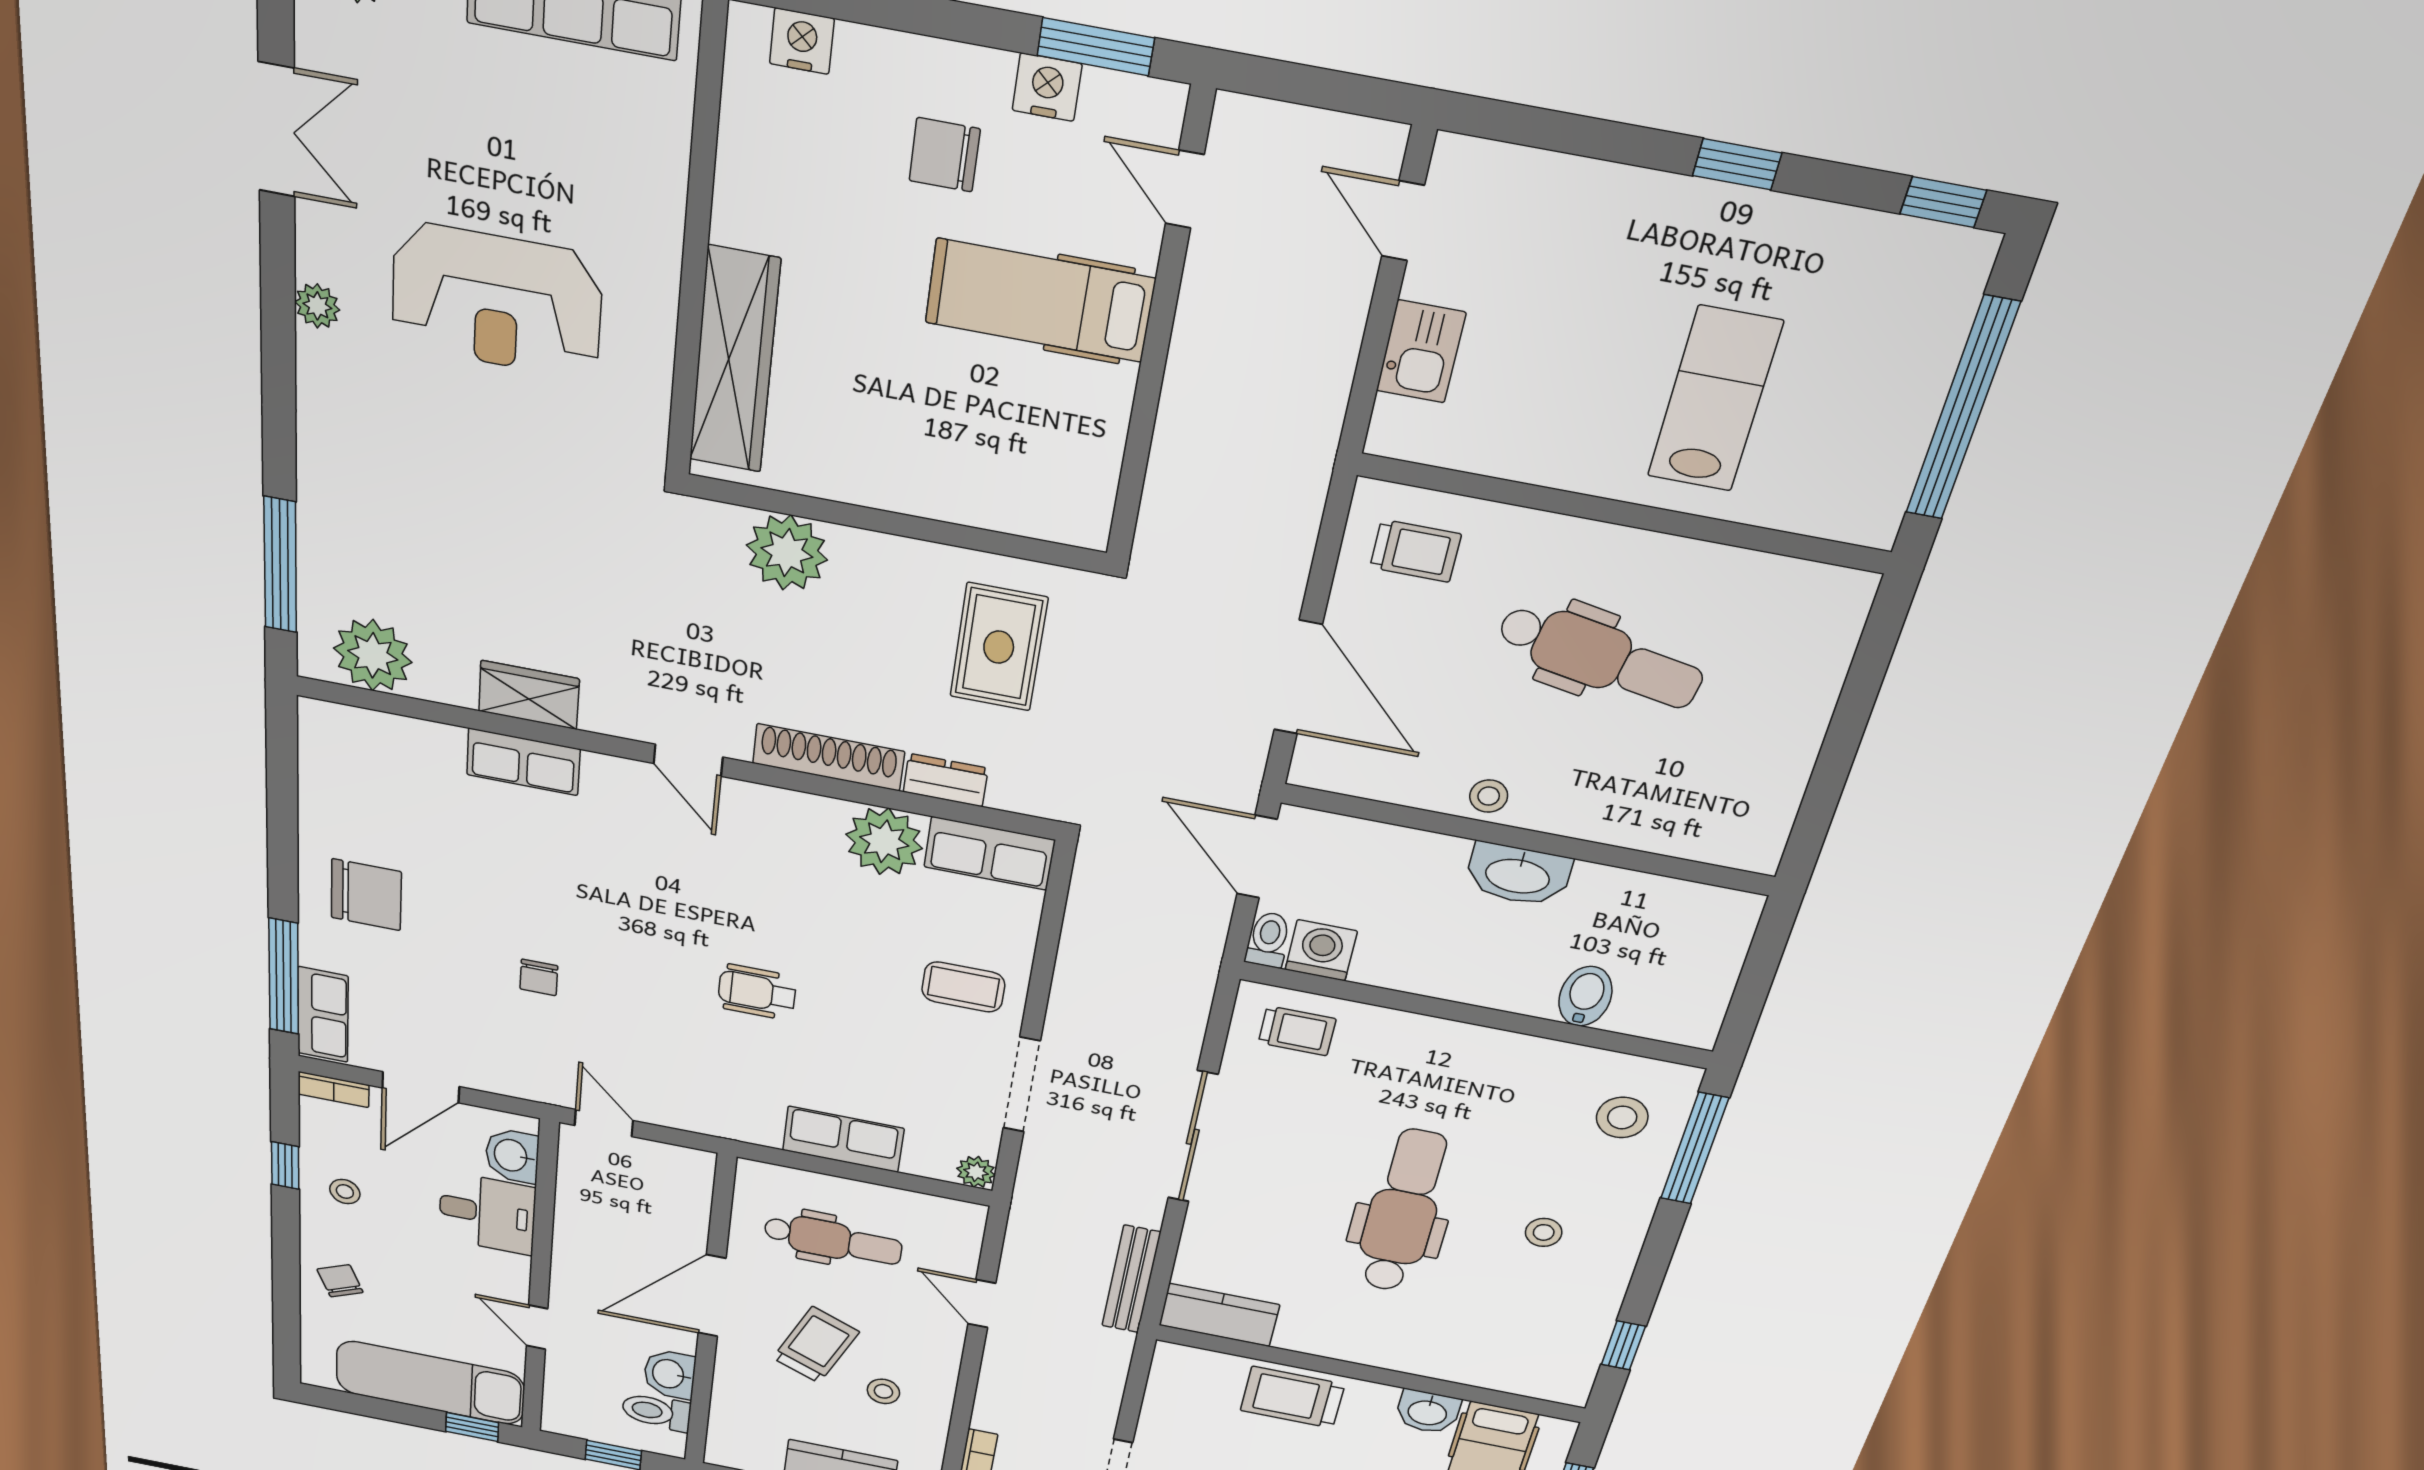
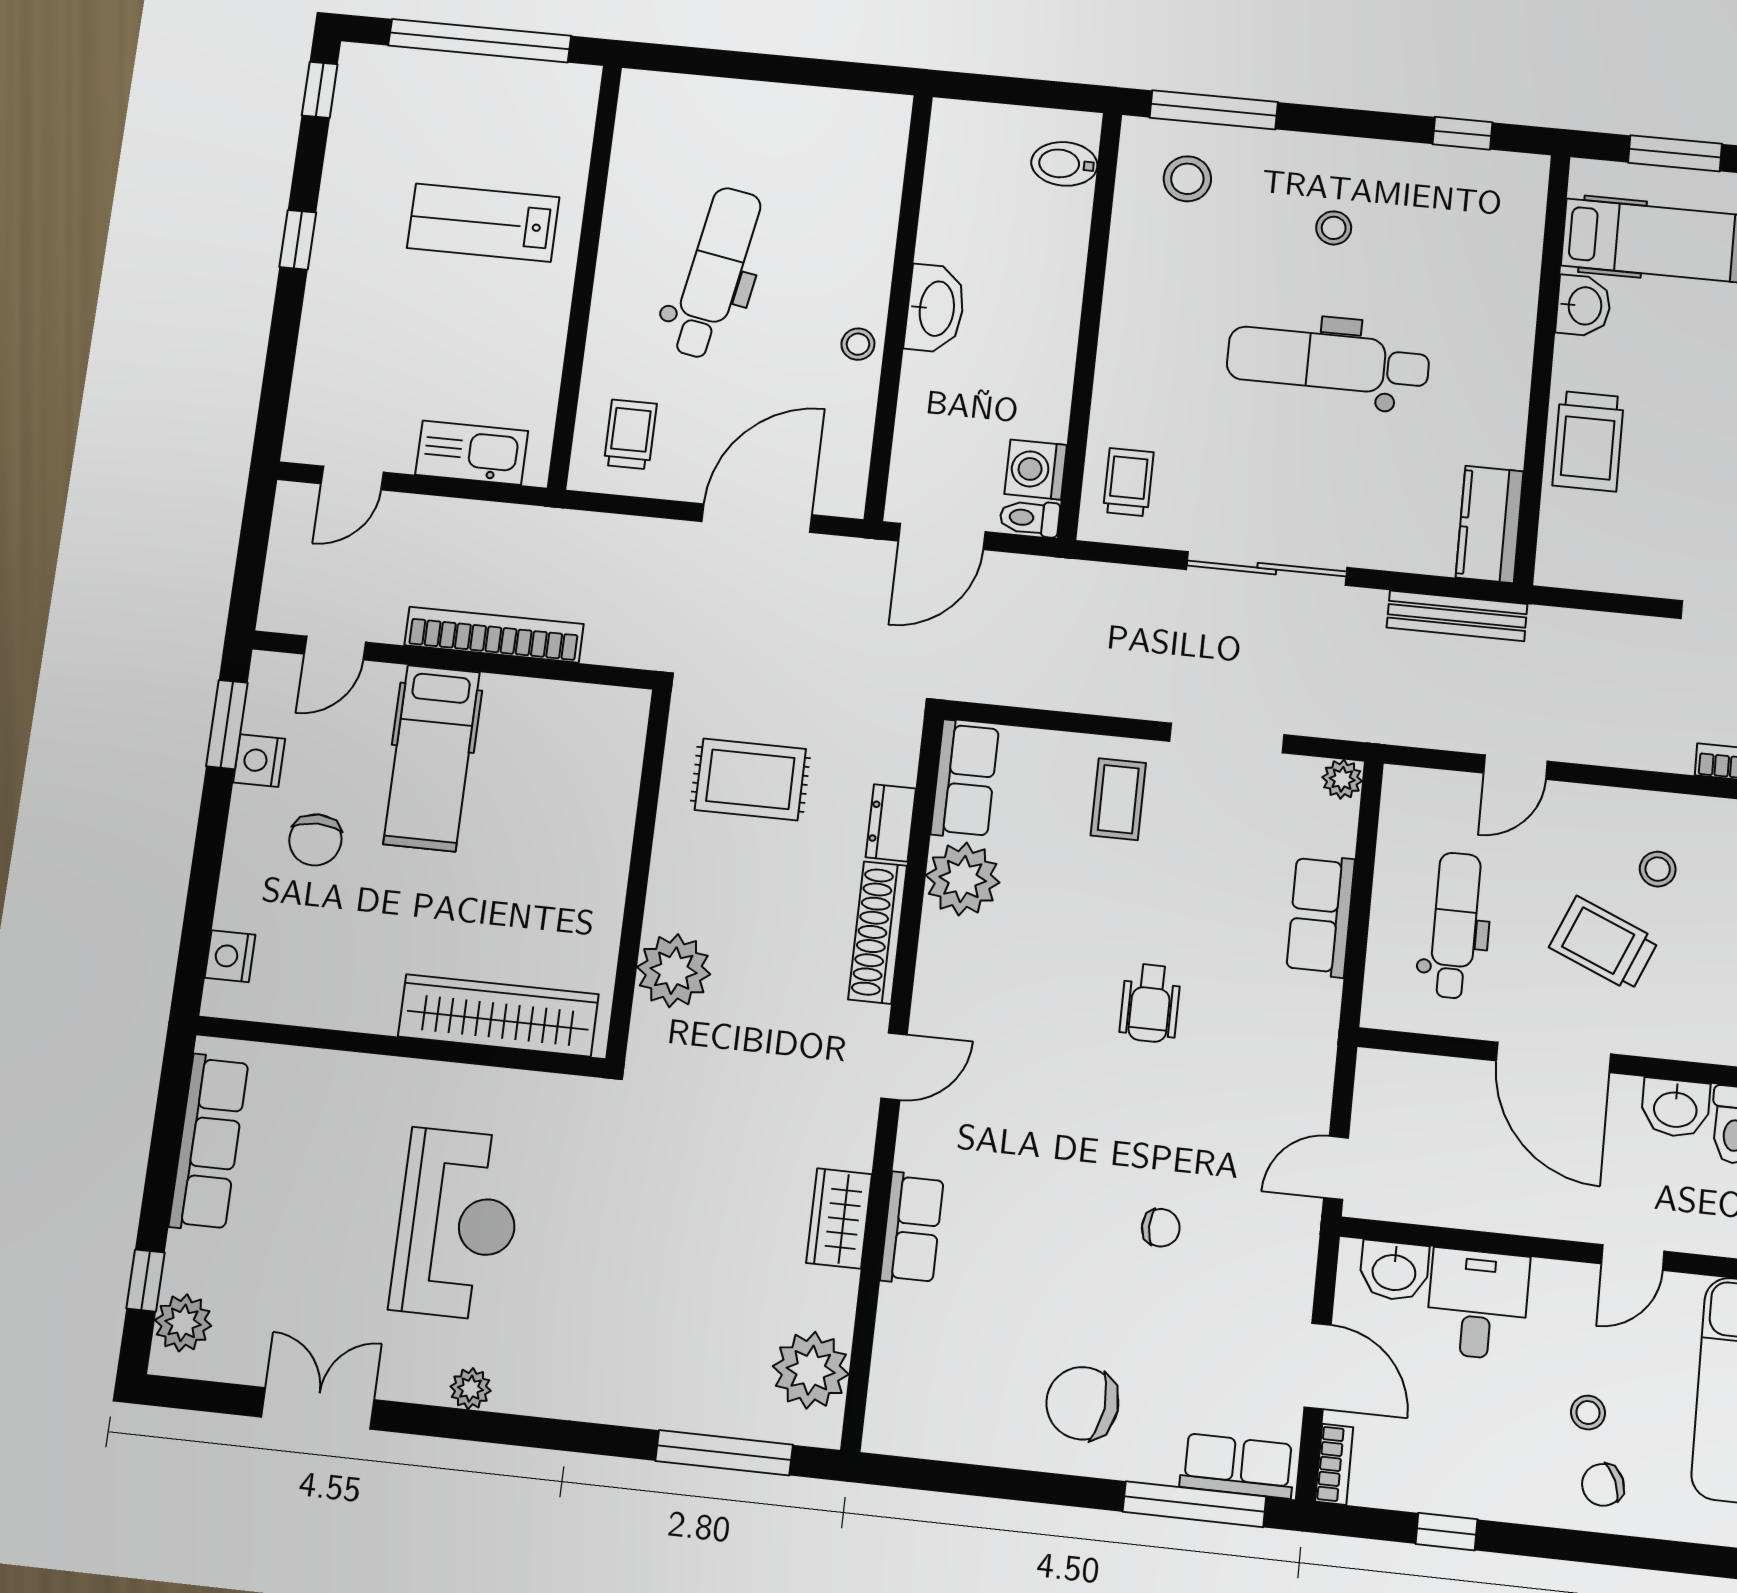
kitchen sink: (1421, 352) -> (472, 453), width x1.38
bookcase: (1186, 382) -> (494, 635), added
chair: (366, 895) -> (1082, 1403), turned -83
bidet: (1585, 996) -> (1064, 164), moved
stool: (345, 1192) -> (1588, 1413), moved

